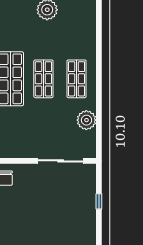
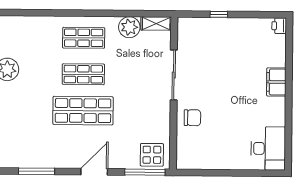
shelving: (90, 145) -> (156, 24), added
sliding door: (61, 161) -> (174, 75), moved

